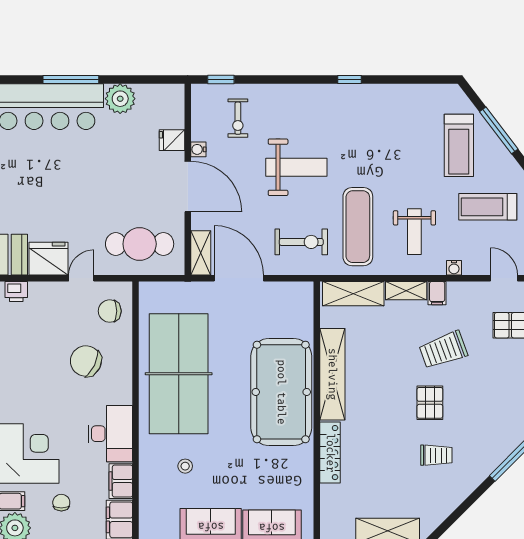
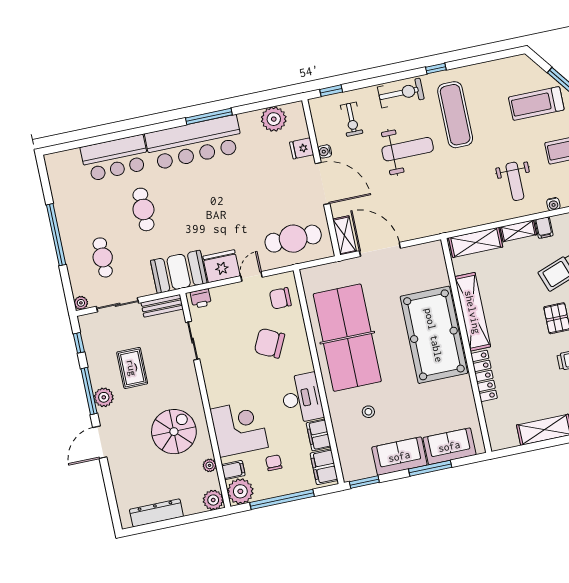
plant: (120, 99) -> (274, 119), moved
treadmill: (459, 145) -> (536, 103), turned 90
exercise mat: (358, 227) -> (455, 115), moved
exercise bike: (301, 242) -> (401, 93), moved

